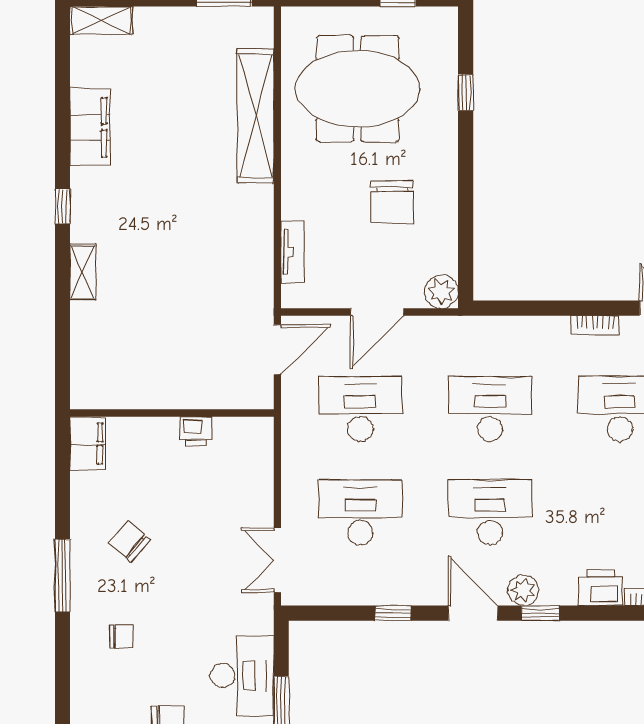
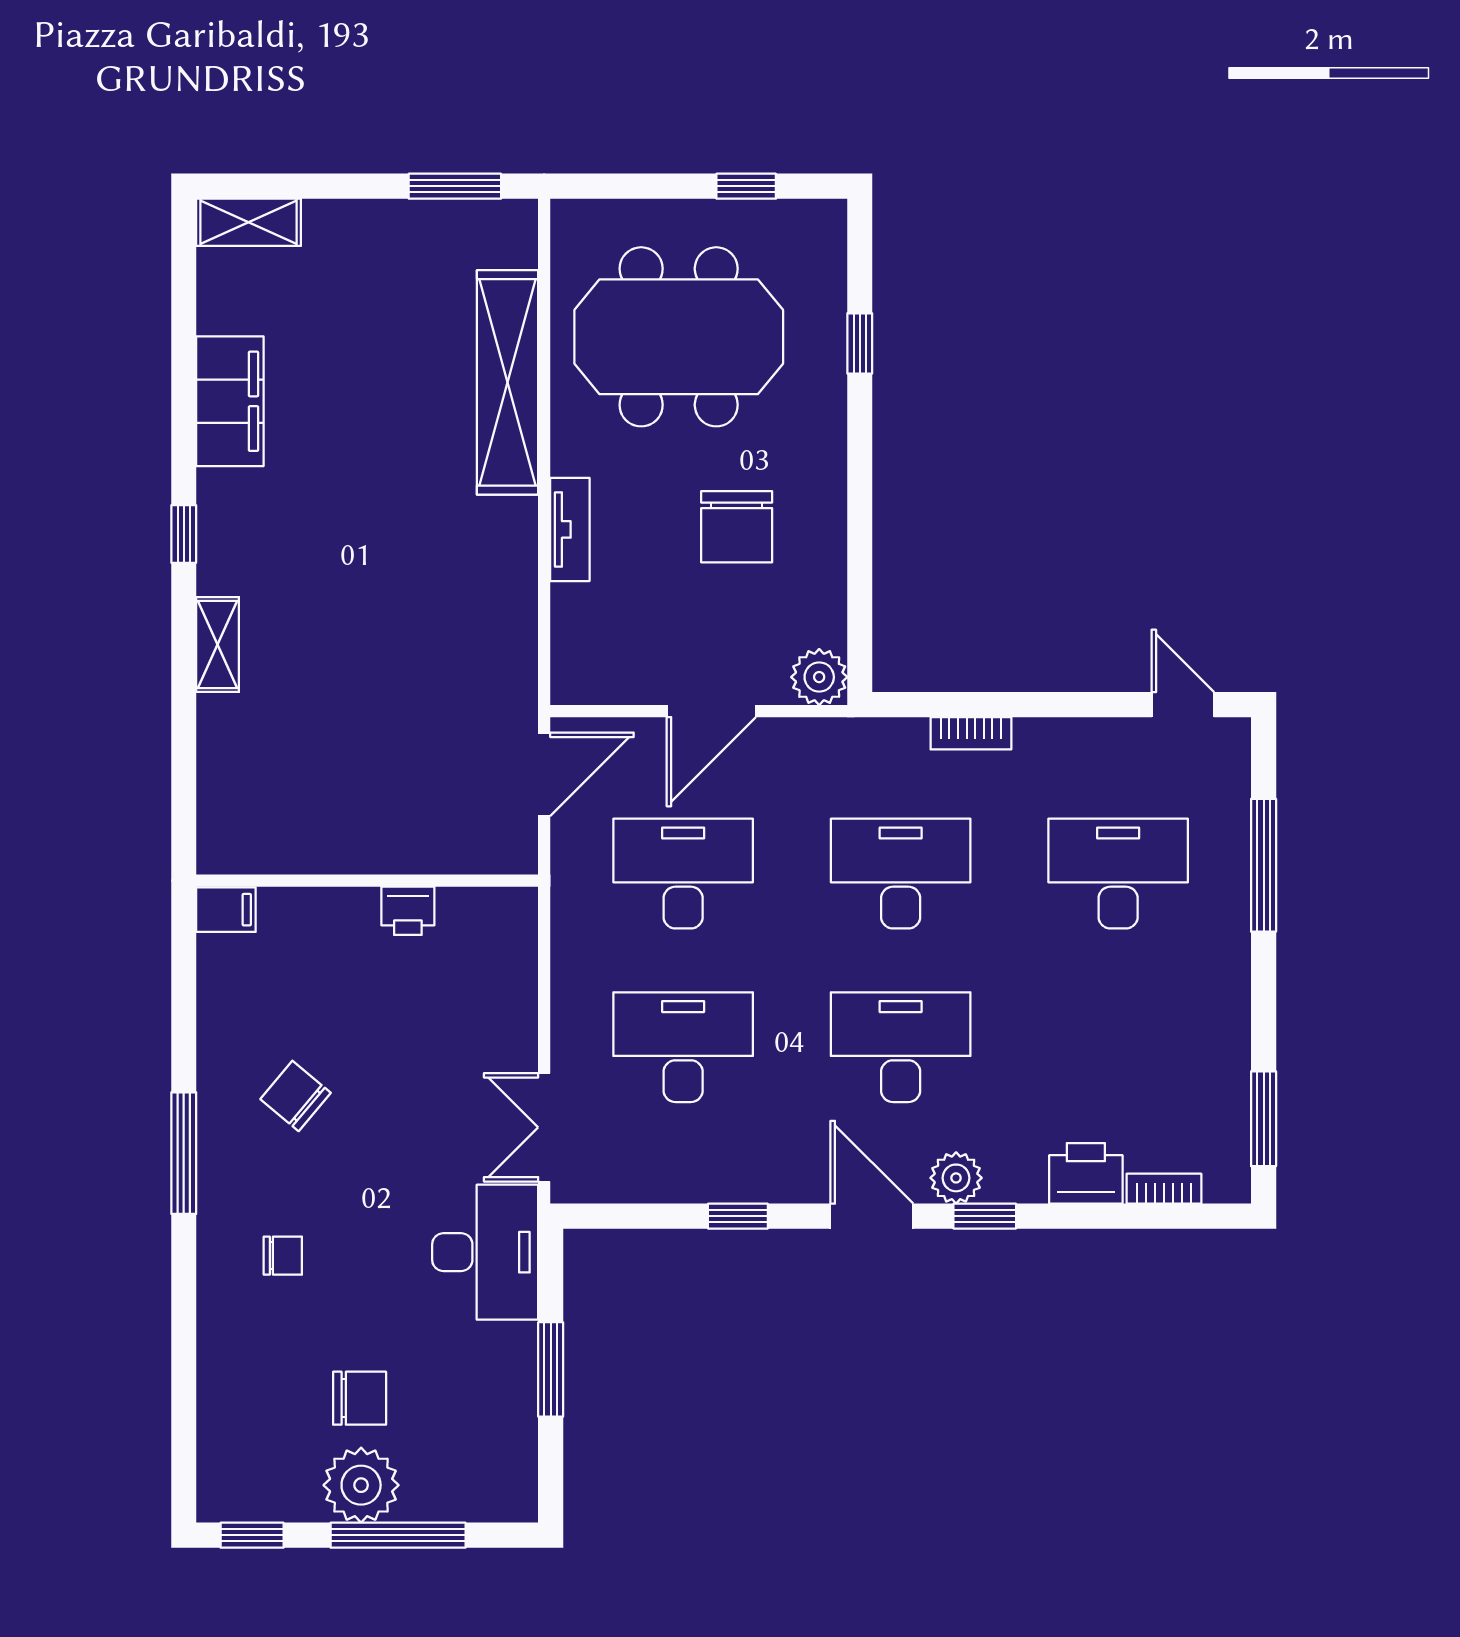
tv unit: (293, 252) -> (570, 529), moved
bookcase: (595, 325) -> (971, 733), moved
filing cabinet: (88, 444) -> (226, 910), width x0.50
desk: (242, 675) -> (485, 1252), moved

